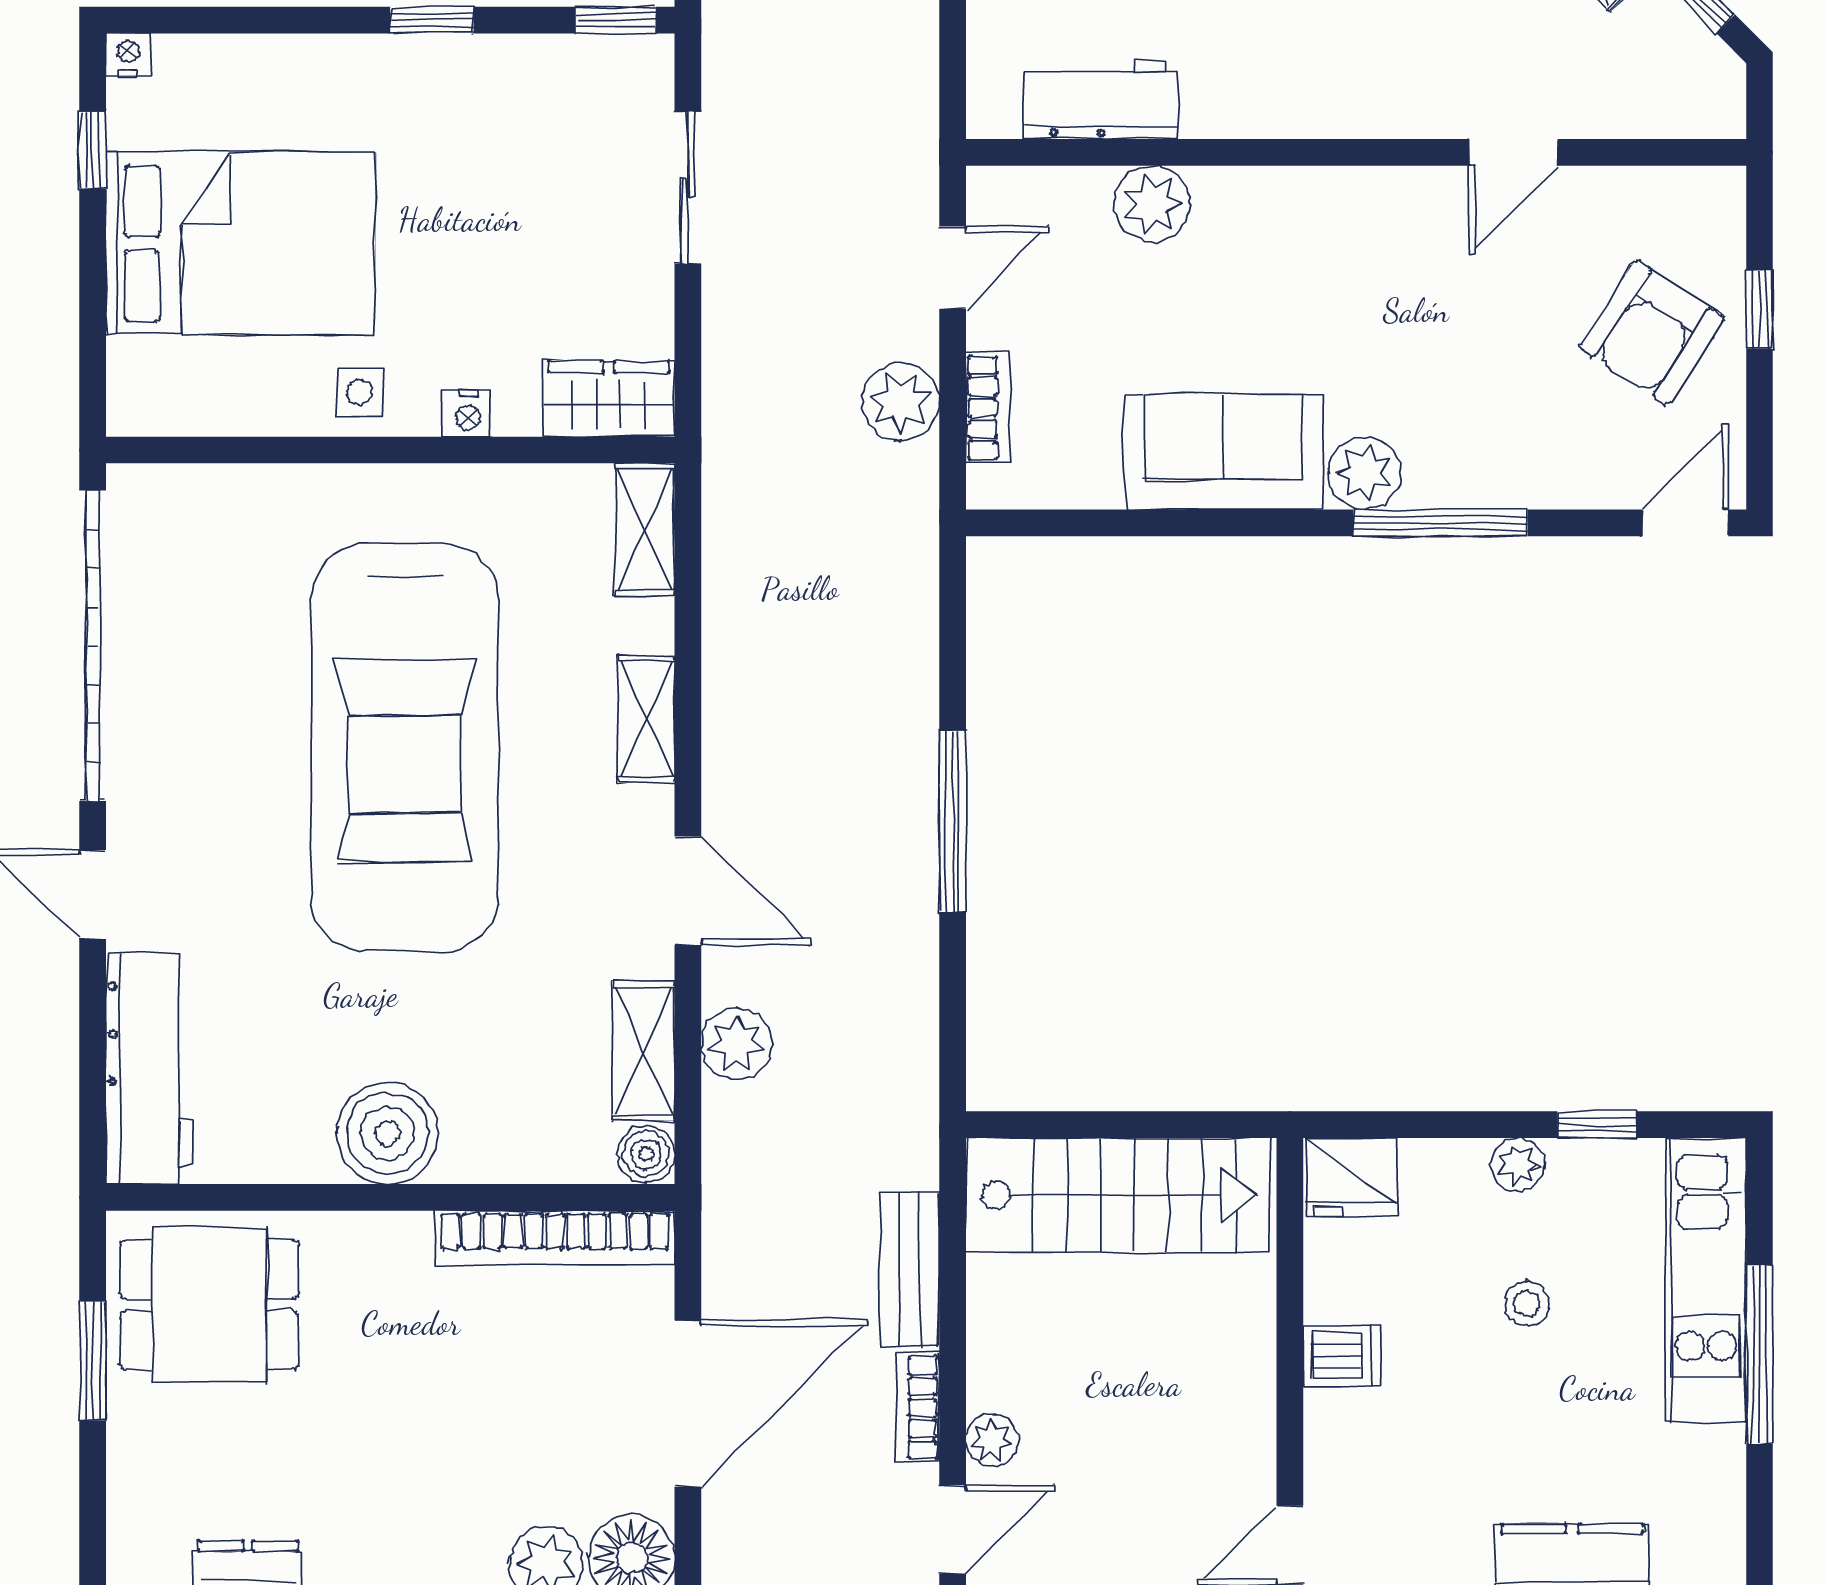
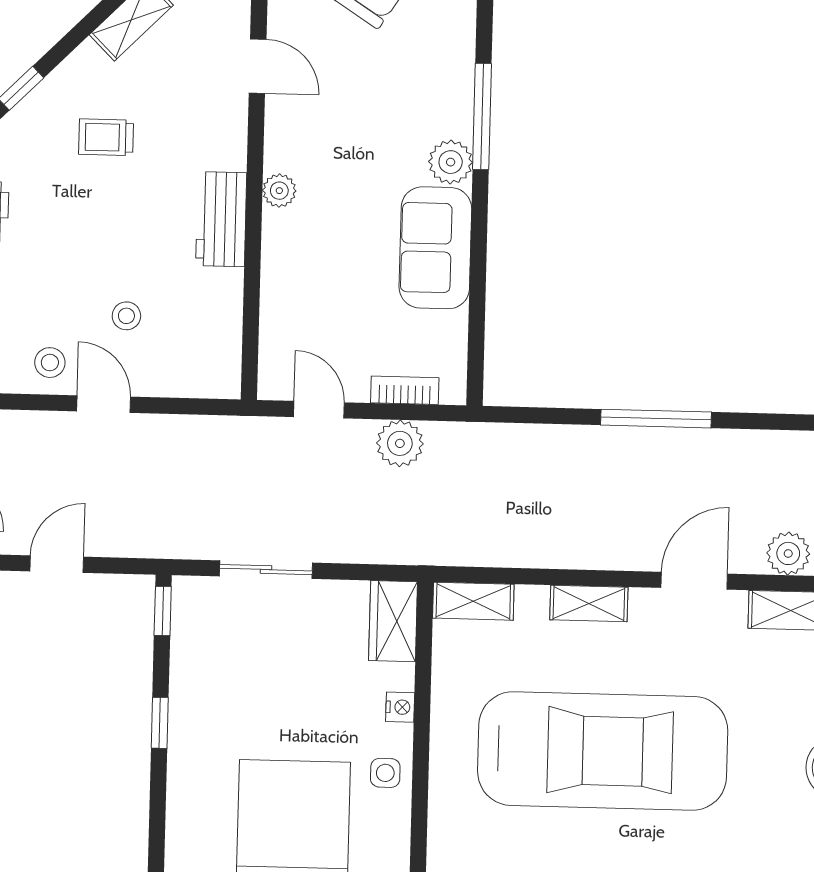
workbench: (1101, 99) -> (221, 219), moved
plant: (1152, 204) -> (279, 191), moved, width x0.73, depth x0.73

